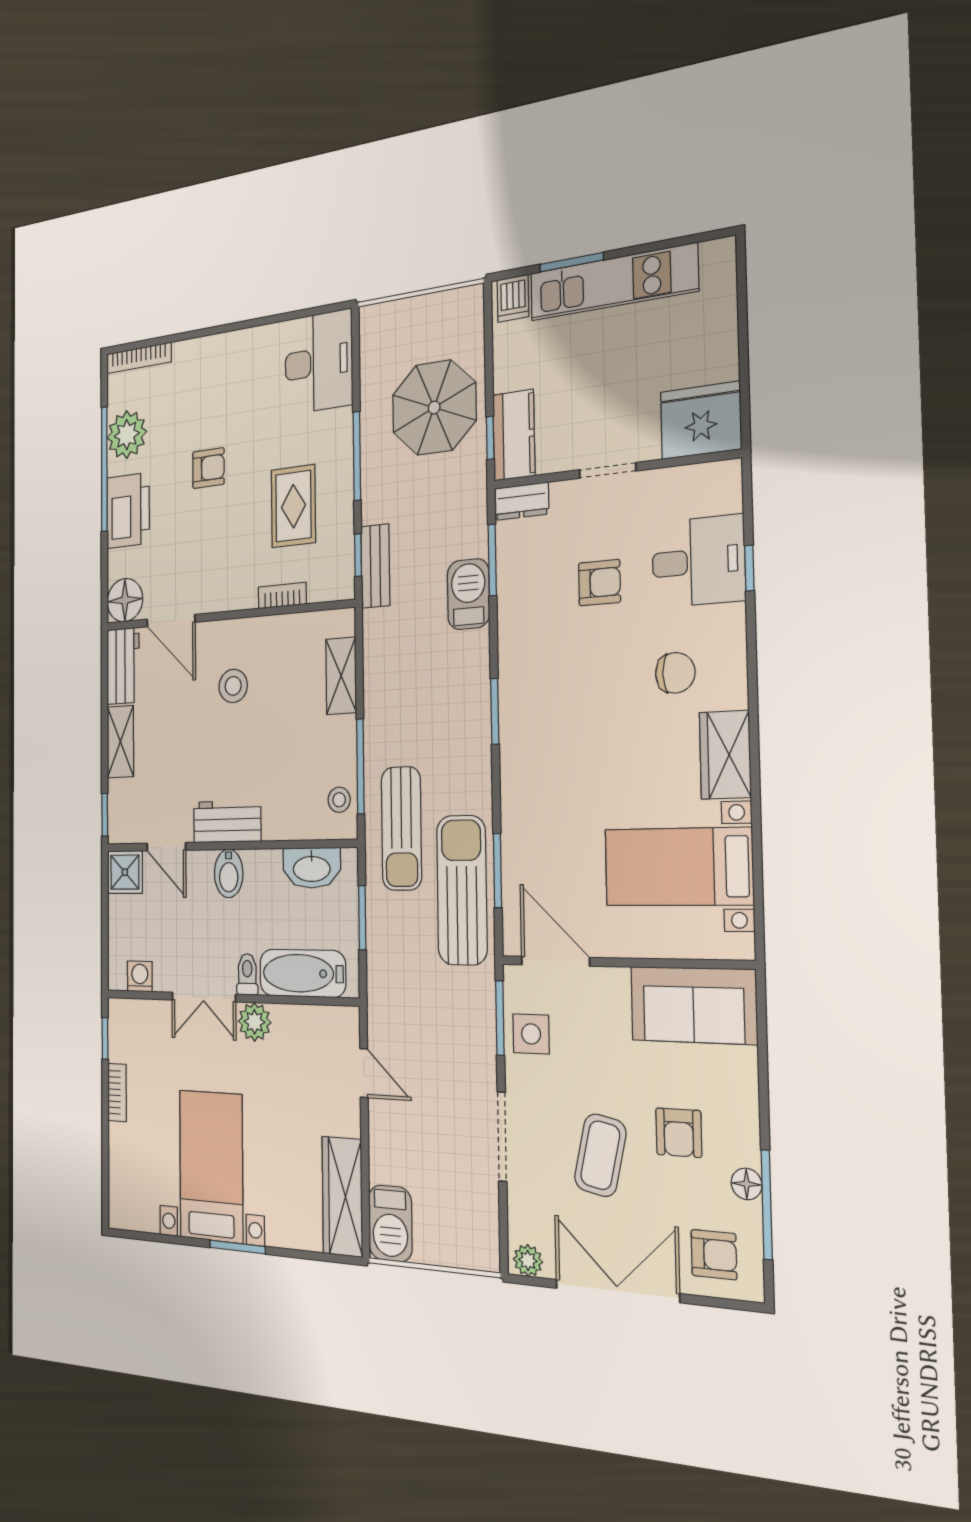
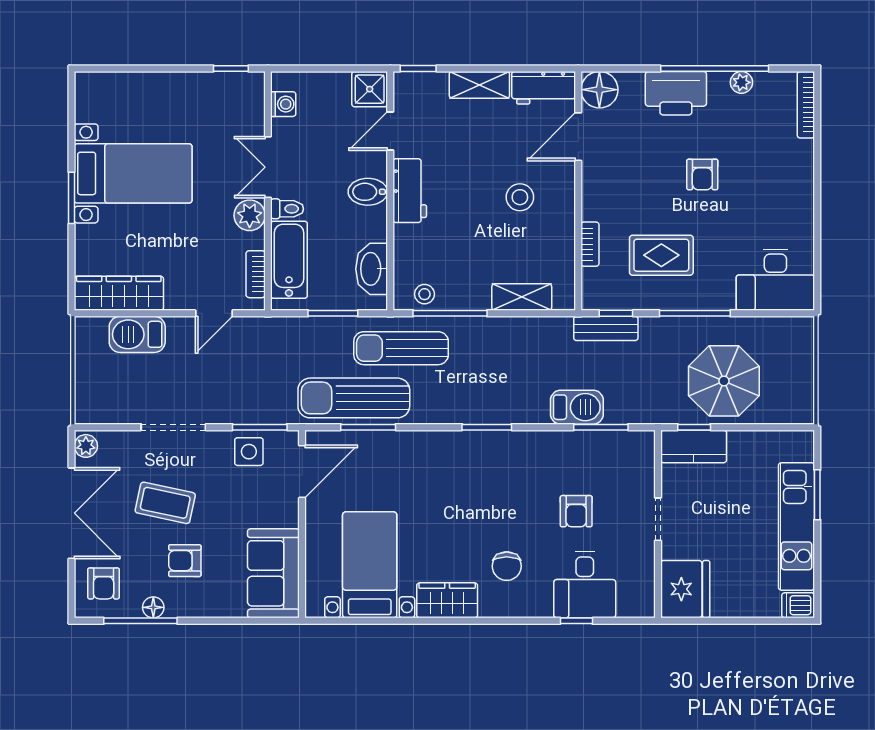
dishwasher: (513, 298) -> (798, 605), moved
plant: (127, 435) -> (741, 82), width x0.53, depth x0.53
dresser: (521, 501) -> (643, 452), removed
sun lounger: (462, 890) -> (354, 398), turned 180
bookcase: (117, 1092) -> (256, 274), moved, turned 90
barbecue: (390, 1223) -> (137, 334), moved

